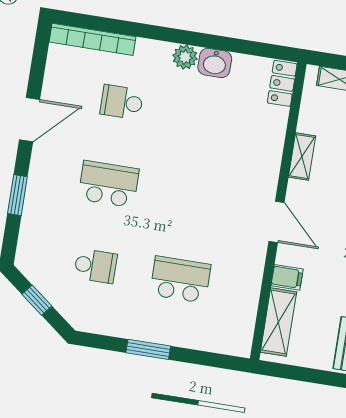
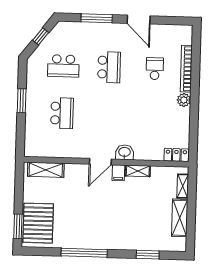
bookcase: (93, 39) -> (186, 69), moved
washbasin: (215, 63) -> (125, 152), moved, turned 90
window: (17, 195) -> (97, 18), width x1.44
school desk: (95, 266) -> (63, 66), width x1.85
filing cabinet: (287, 277) -> (118, 173), moved

